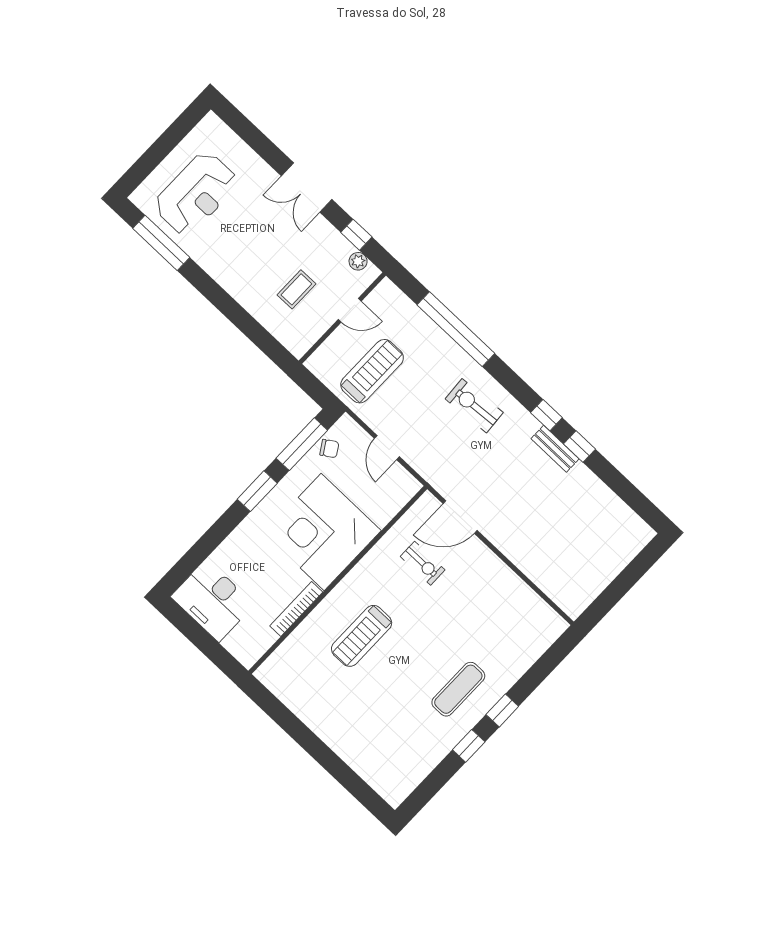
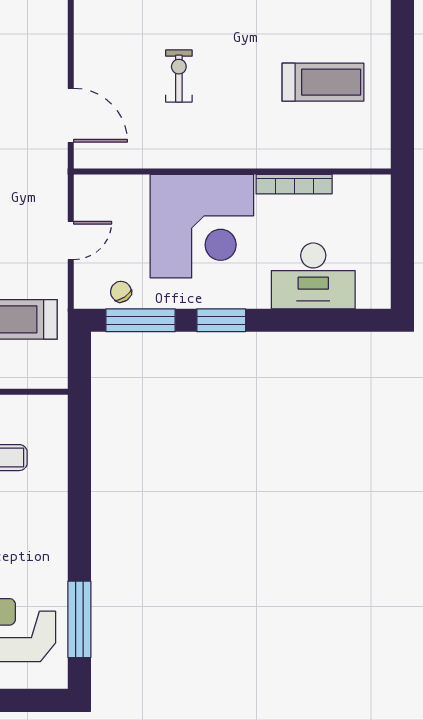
exercise bike: (423, 563) -> (179, 76), moved
desk: (213, 601) -> (313, 276), moved, turned 90
treadmill: (362, 636) -> (323, 82), moved

